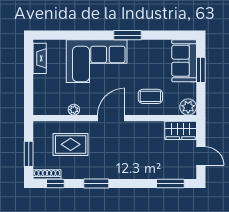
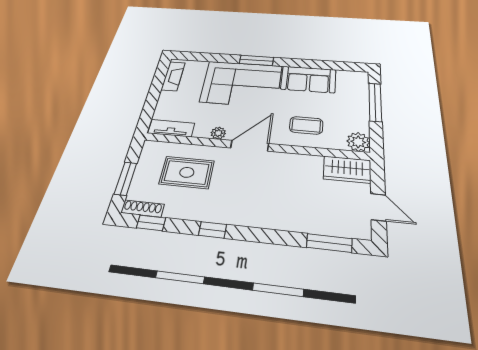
window: (127, 35) -> (256, 60), moved
sofa: (184, 61) -> (308, 79), moved, turned -90
window: (201, 70) -> (375, 102), width x1.44
tv unit: (51, 109) -> (171, 128), added
plant: (74, 110) -> (218, 133), moved
window: (96, 184) -> (213, 230), width x0.67

